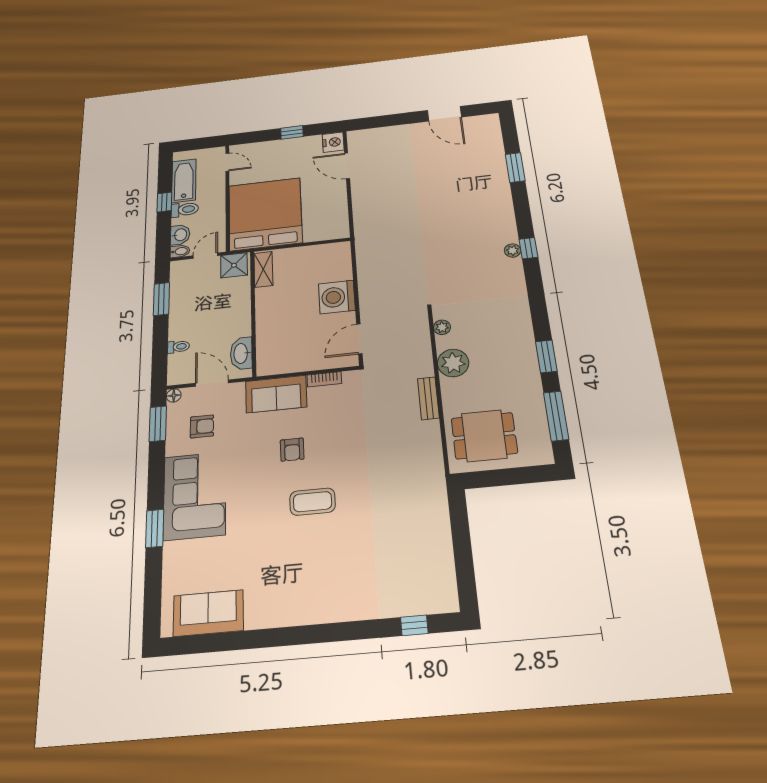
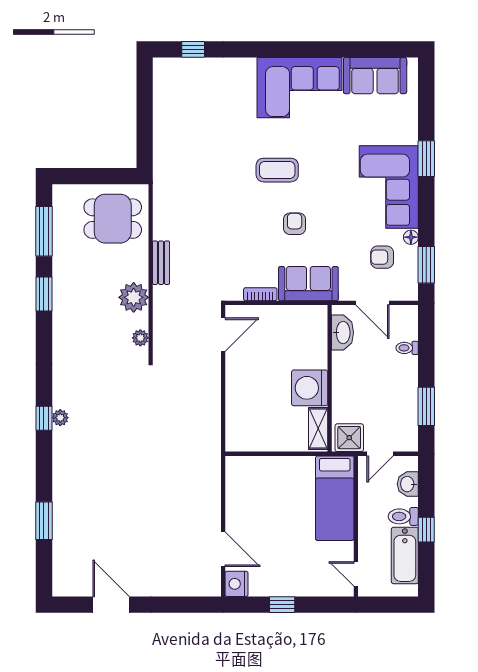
bed: (265, 214) -> (335, 498), width x0.49
bidet: (180, 251) -> (408, 463), removed
washing machine: (337, 297) -> (310, 388), moved, turned 180
floor lamp: (174, 396) -> (411, 237), moved
corner sofa: (292, 592) -> (300, 88), added

